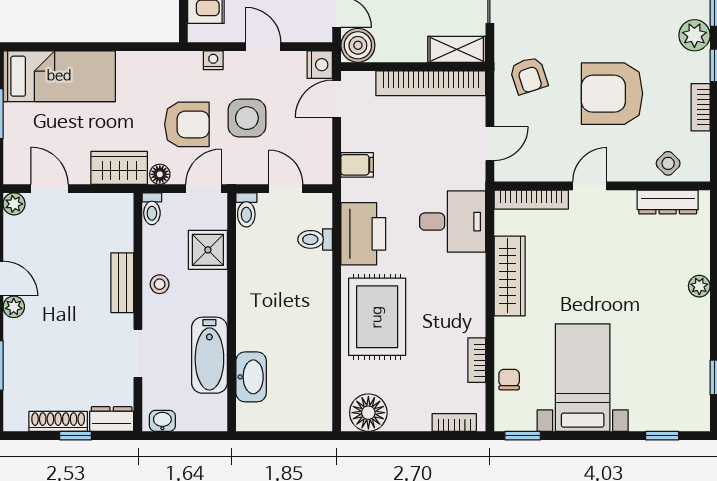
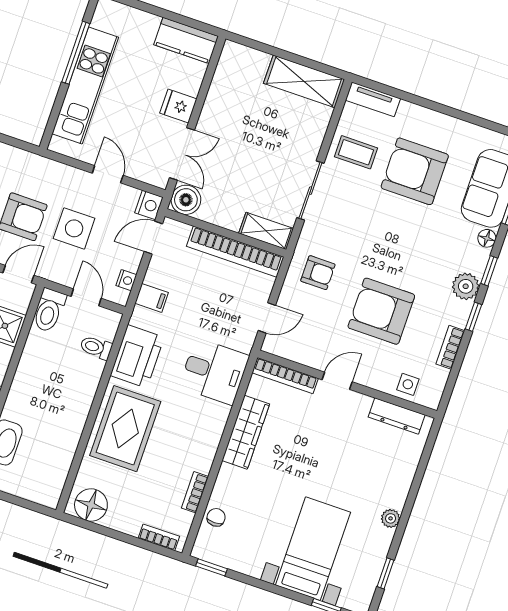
nightstand: (213, 60) -> (126, 280), moved, turned 90
armchair: (529, 75) -> (318, 273), turned -72
side table: (668, 163) -> (408, 384), turned 45
toilet: (246, 210) -> (49, 310), width x1.37, depth x1.39
plant: (699, 286) -> (391, 518), moved
bed with nightstands: (583, 378) -> (313, 549), moved

